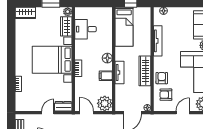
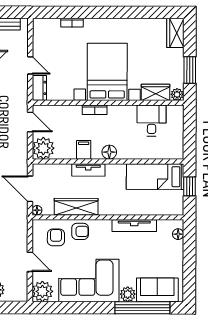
wardrobe: (145, 71) -> (76, 207), moved
door: (87, 113) -> (30, 122), hinge flipped

